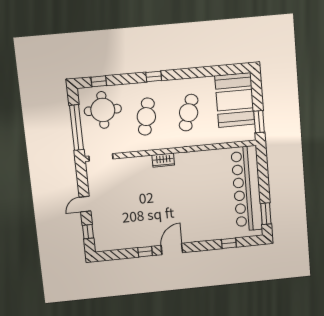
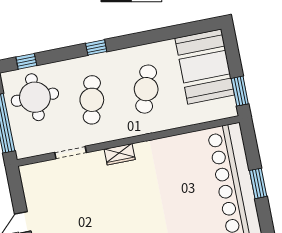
doorway: (101, 157) -> (71, 152), moved
window: (266, 214) -> (258, 183), moved

